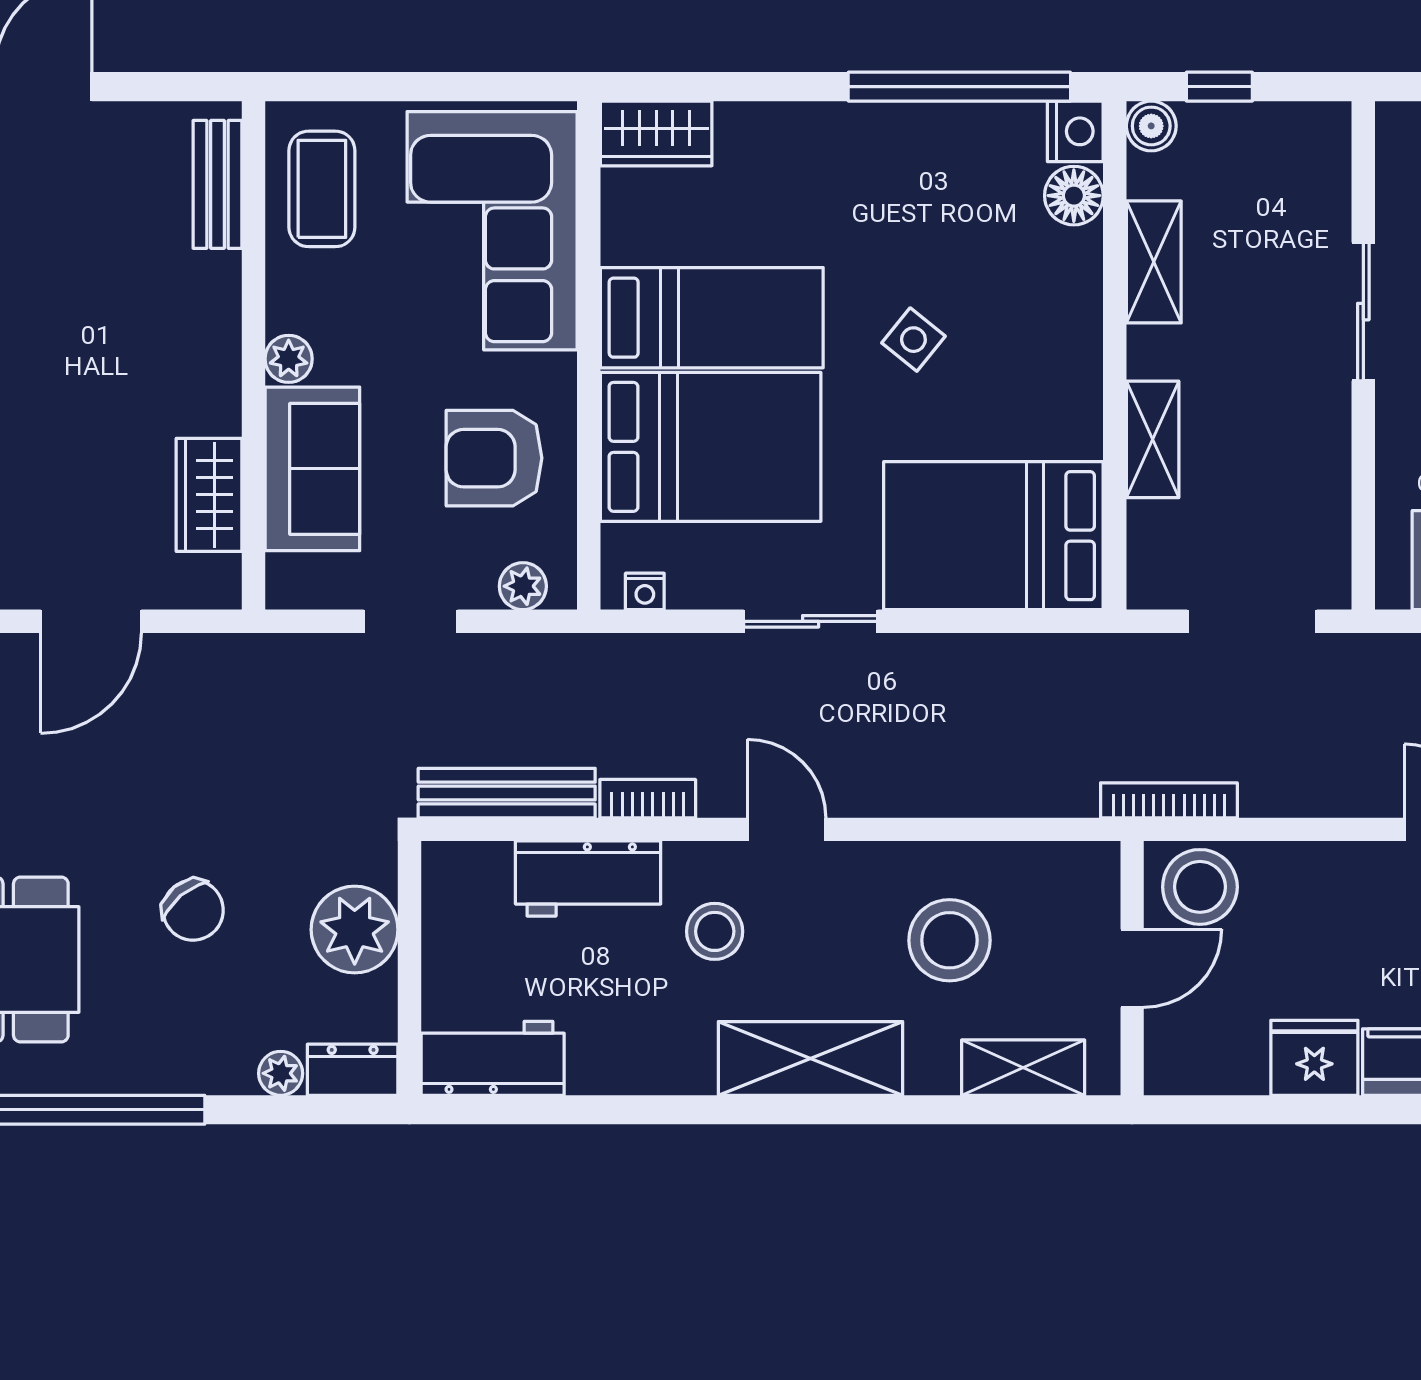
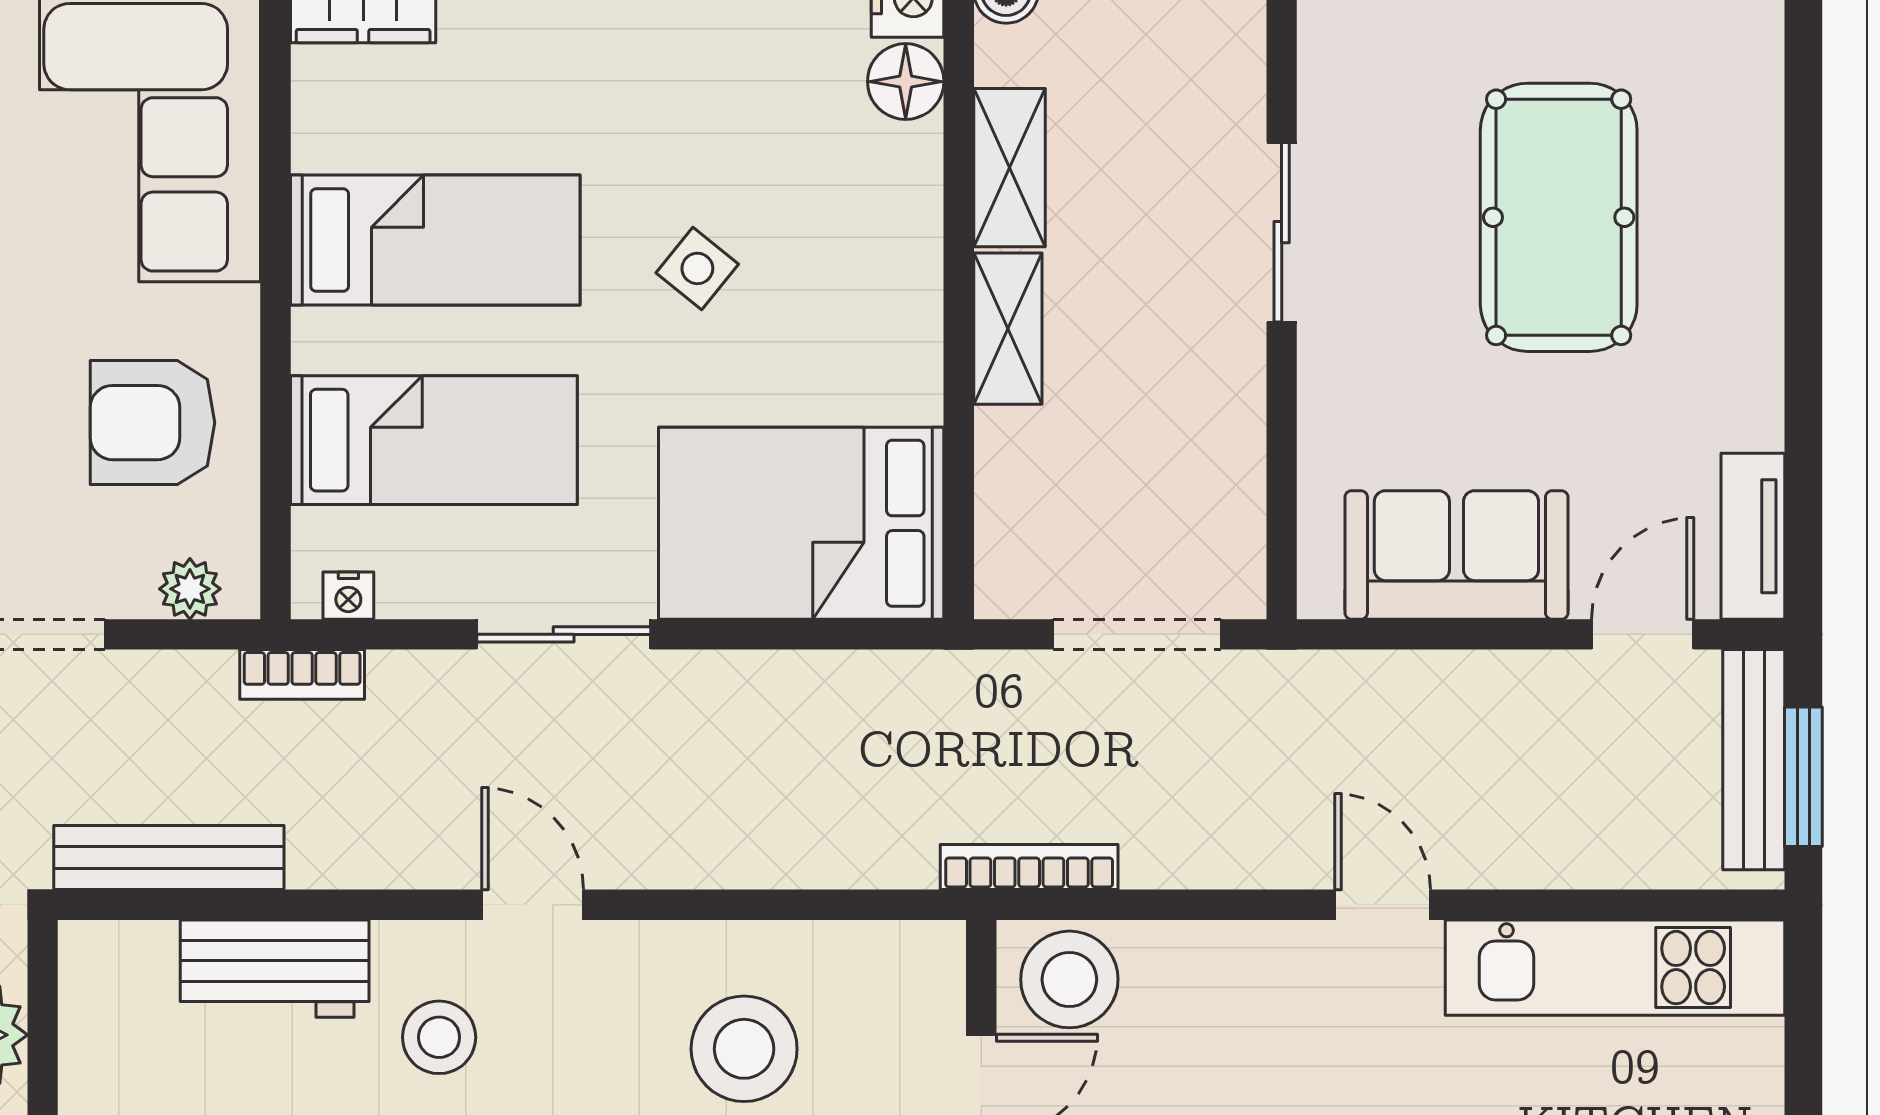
shelving: (1153, 439) -> (1008, 329), moved
bed: (711, 447) -> (434, 440), width x0.67
bookcase: (648, 799) -> (302, 674), moved, turned 180

